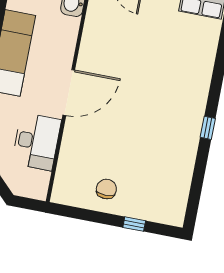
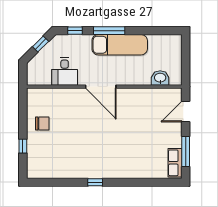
desk: (36, 142) -> (65, 72), width x0.73

